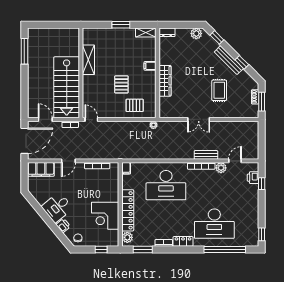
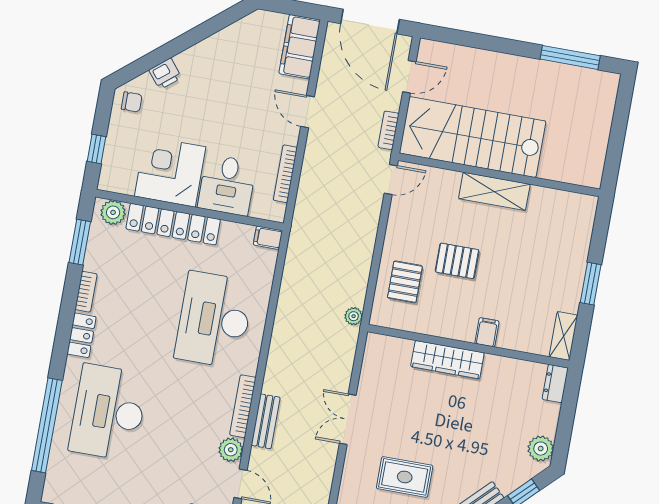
shelving: (88, 60) -> (494, 191), moved
desk: (57, 207) -> (227, 185), moved, turned -141

